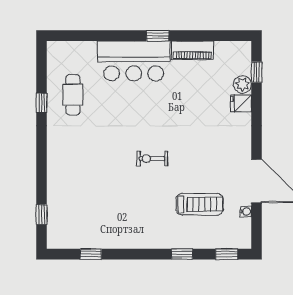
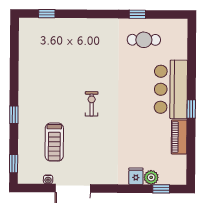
window: (91, 254) -> (14, 53), removed
window: (182, 254) -> (14, 115), moved

